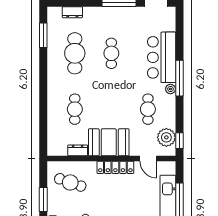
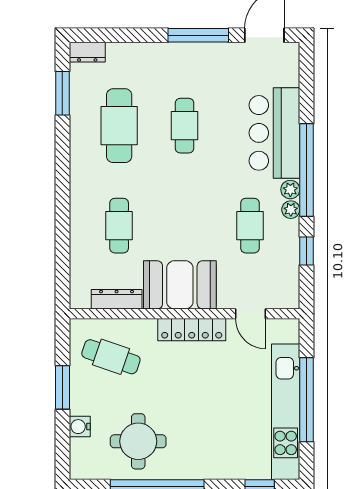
dresser: (72, 12) -> (87, 52), moved
window: (180, 78) -> (307, 170), width x1.46
plant: (166, 137) -> (291, 210), moved, width x0.53, depth x0.53
window: (180, 141) -> (307, 251), moved
dresser: (78, 150) -> (117, 299), width x1.44

